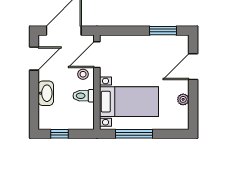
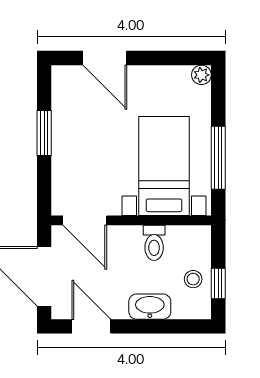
window: (163, 31) -> (44, 133), moved
stool: (83, 74) -> (193, 279), moved
plant: (183, 99) -> (201, 75), moved

